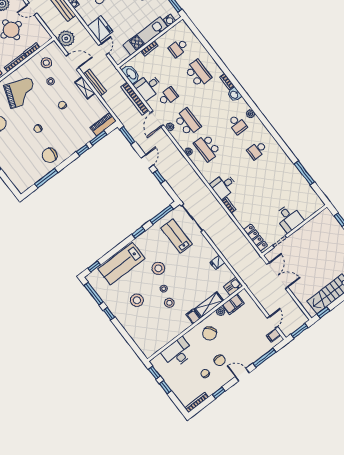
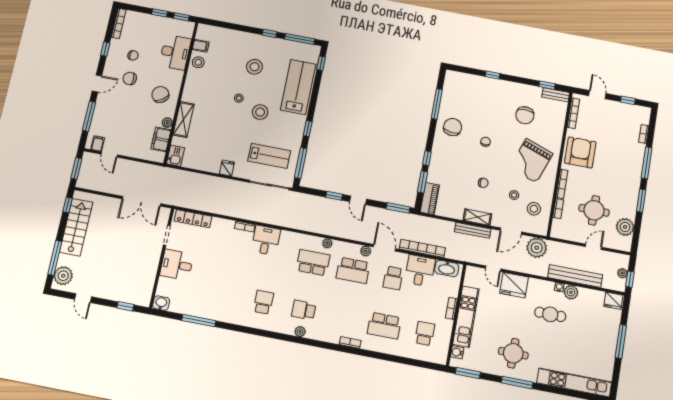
washbasin: (234, 95) -> (161, 303), moved
fridge: (217, 262) -> (227, 168), moved
stool: (169, 303) -> (198, 62), moved
filing cabinet: (193, 316) -> (201, 46), moved

